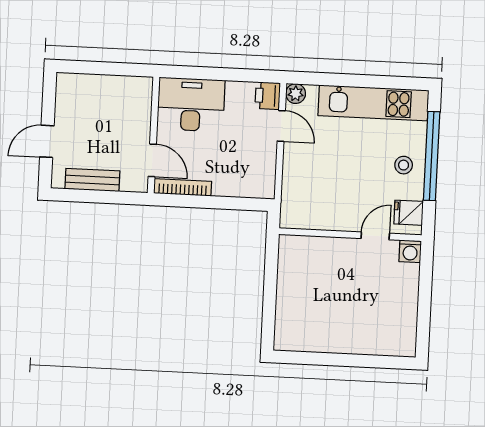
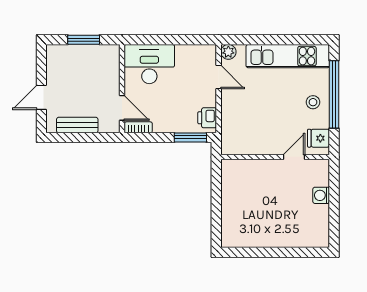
window: (106, 68) -> (84, 40), added
printer: (268, 96) -> (207, 118), moved
bookcase: (183, 187) -> (138, 127), width x0.64
window: (240, 204) -> (190, 137), added
washing machine: (410, 251) -> (321, 195), moved, turned 90

